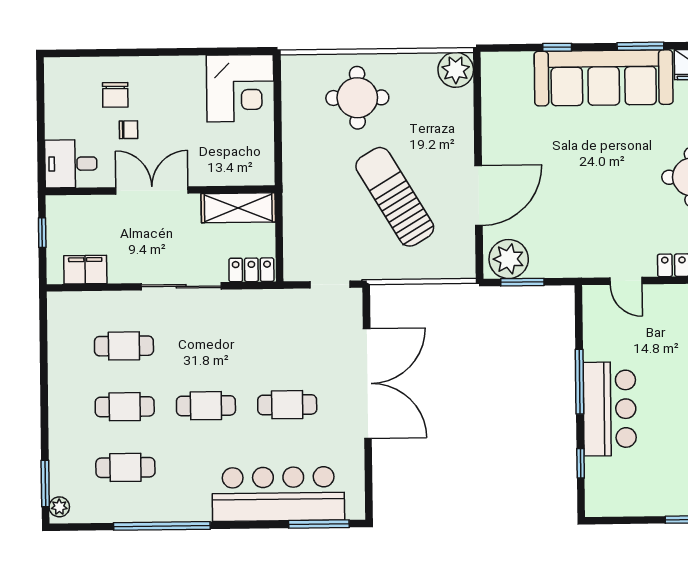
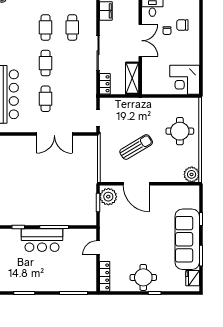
sun lounger: (395, 197) -> (136, 147), width x0.73, depth x0.75
double door: (367, 383) -> (54, 134), width x0.73
cafe table: (125, 467) -> (19, 27), removed

